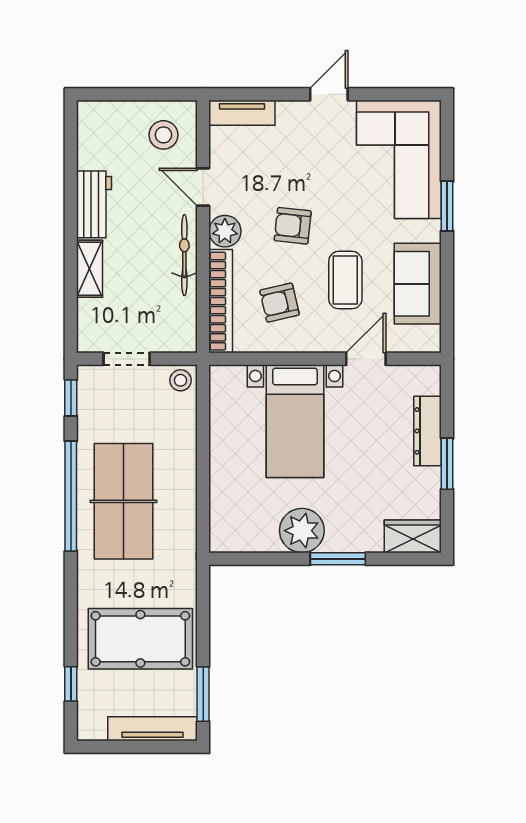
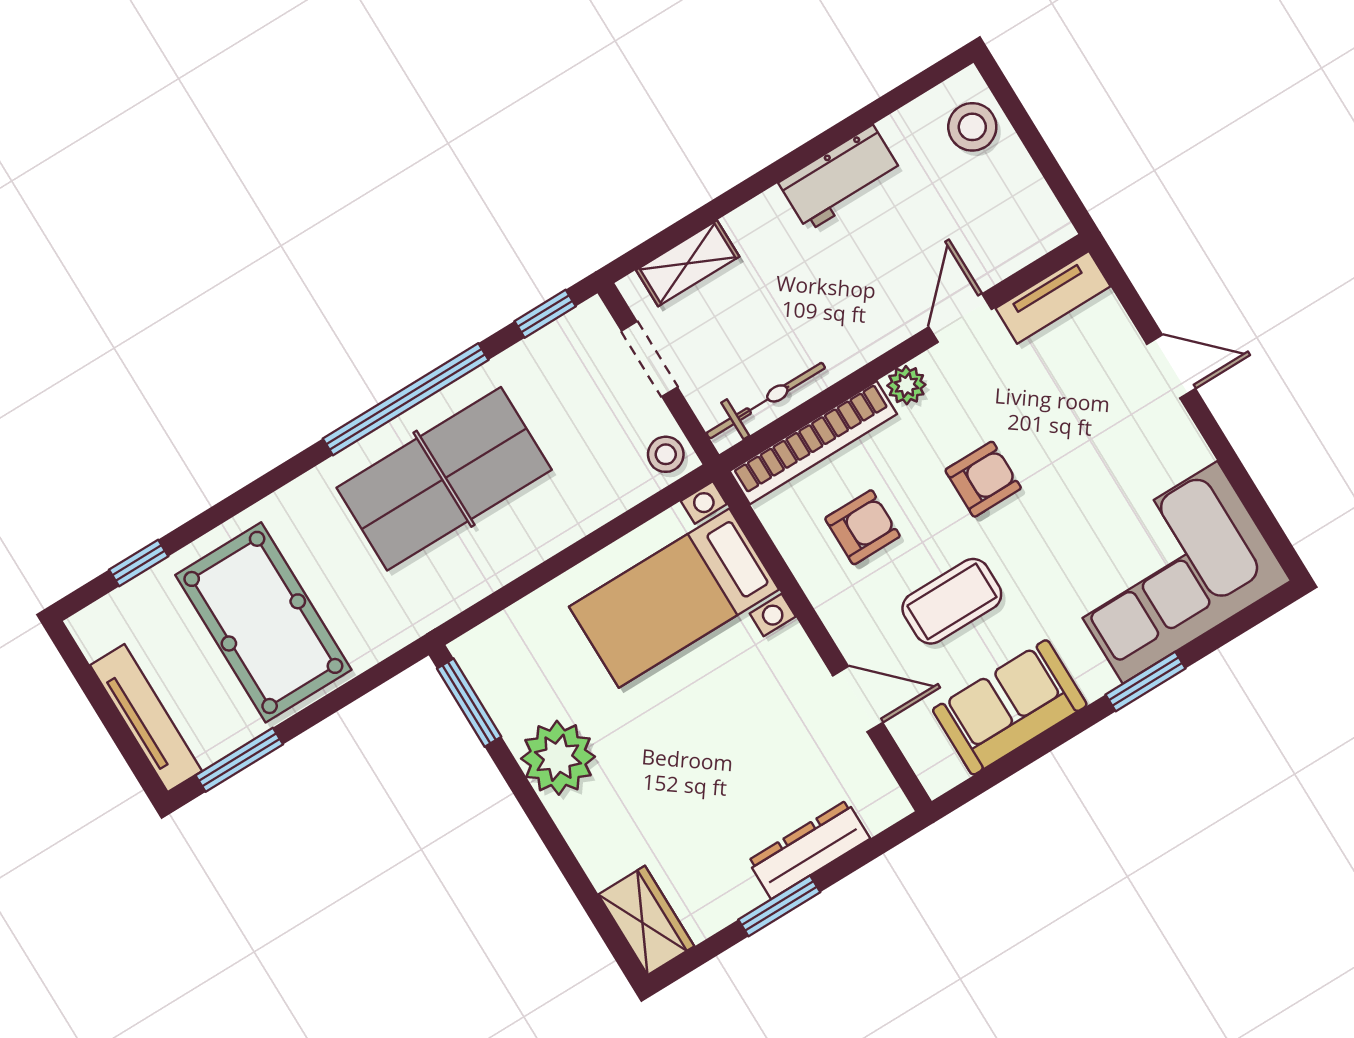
door: (329, 94) -> (1171, 366), moved
tv unit: (242, 113) -> (1053, 297), moved, turned -90
stool: (163, 135) -> (972, 127), moved
armchair: (293, 226) -> (983, 479), turned 84
plant: (225, 231) -> (906, 385), width x0.73, depth x0.73
bicycle: (184, 255) -> (766, 401), moved
shelving: (90, 269) -> (688, 263), moved
armchair: (279, 303) -> (862, 527), turned 103
bed with nightstands: (295, 421) -> (674, 598), moved
window: (338, 559) -> (469, 703), moved

